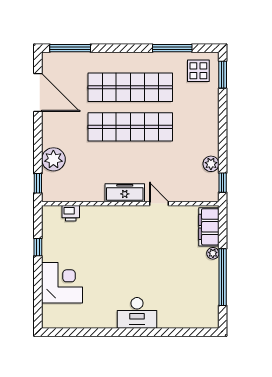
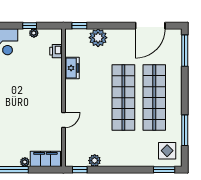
freezer: (125, 193) -> (72, 68), moved, width x0.71
plant: (48, 242) -> (34, 33), added

